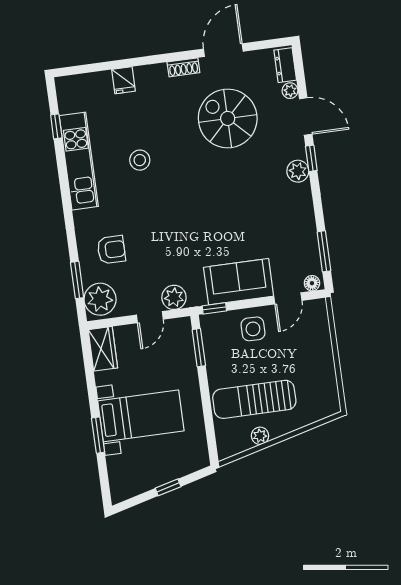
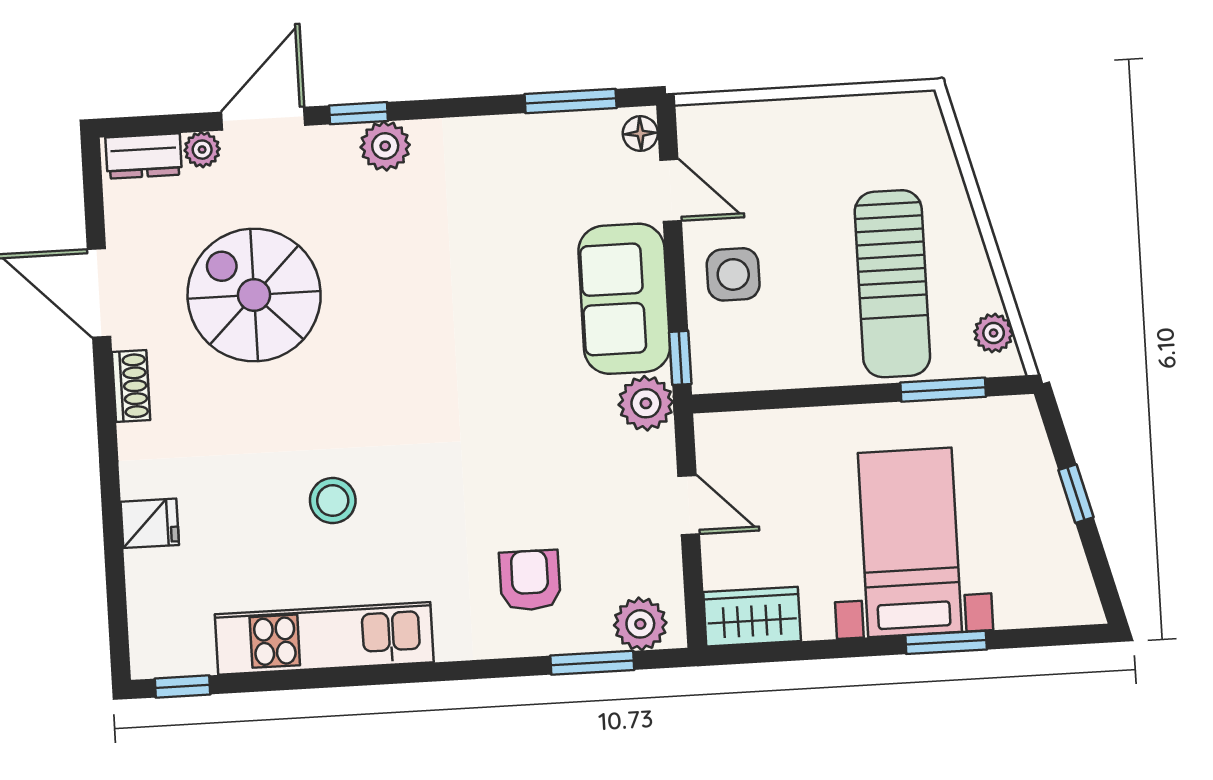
spiral stairs: (228, 118) -> (254, 295), turned 90
window: (56, 126) -> (182, 686), moved
plant: (174, 297) -> (646, 403), moved
plant: (100, 299) -> (640, 624), width x0.73, depth x0.73
window: (199, 348) -> (943, 390), moved
plant: (260, 436) -> (994, 333), moved

